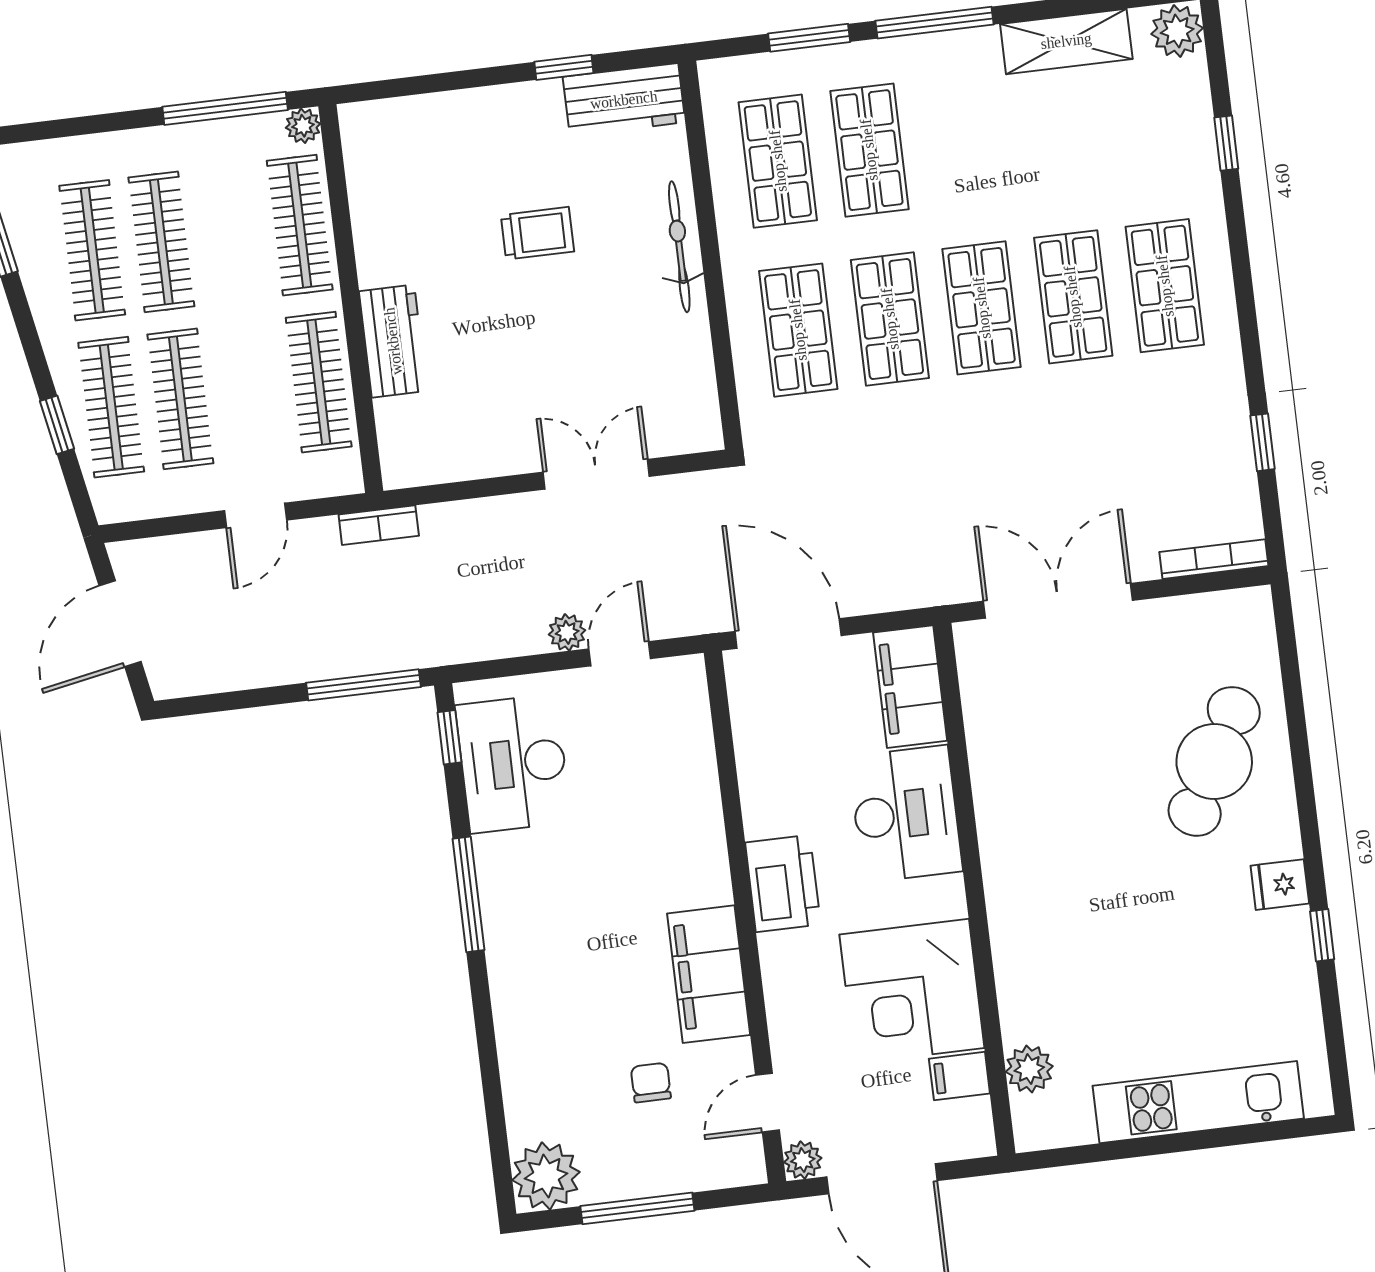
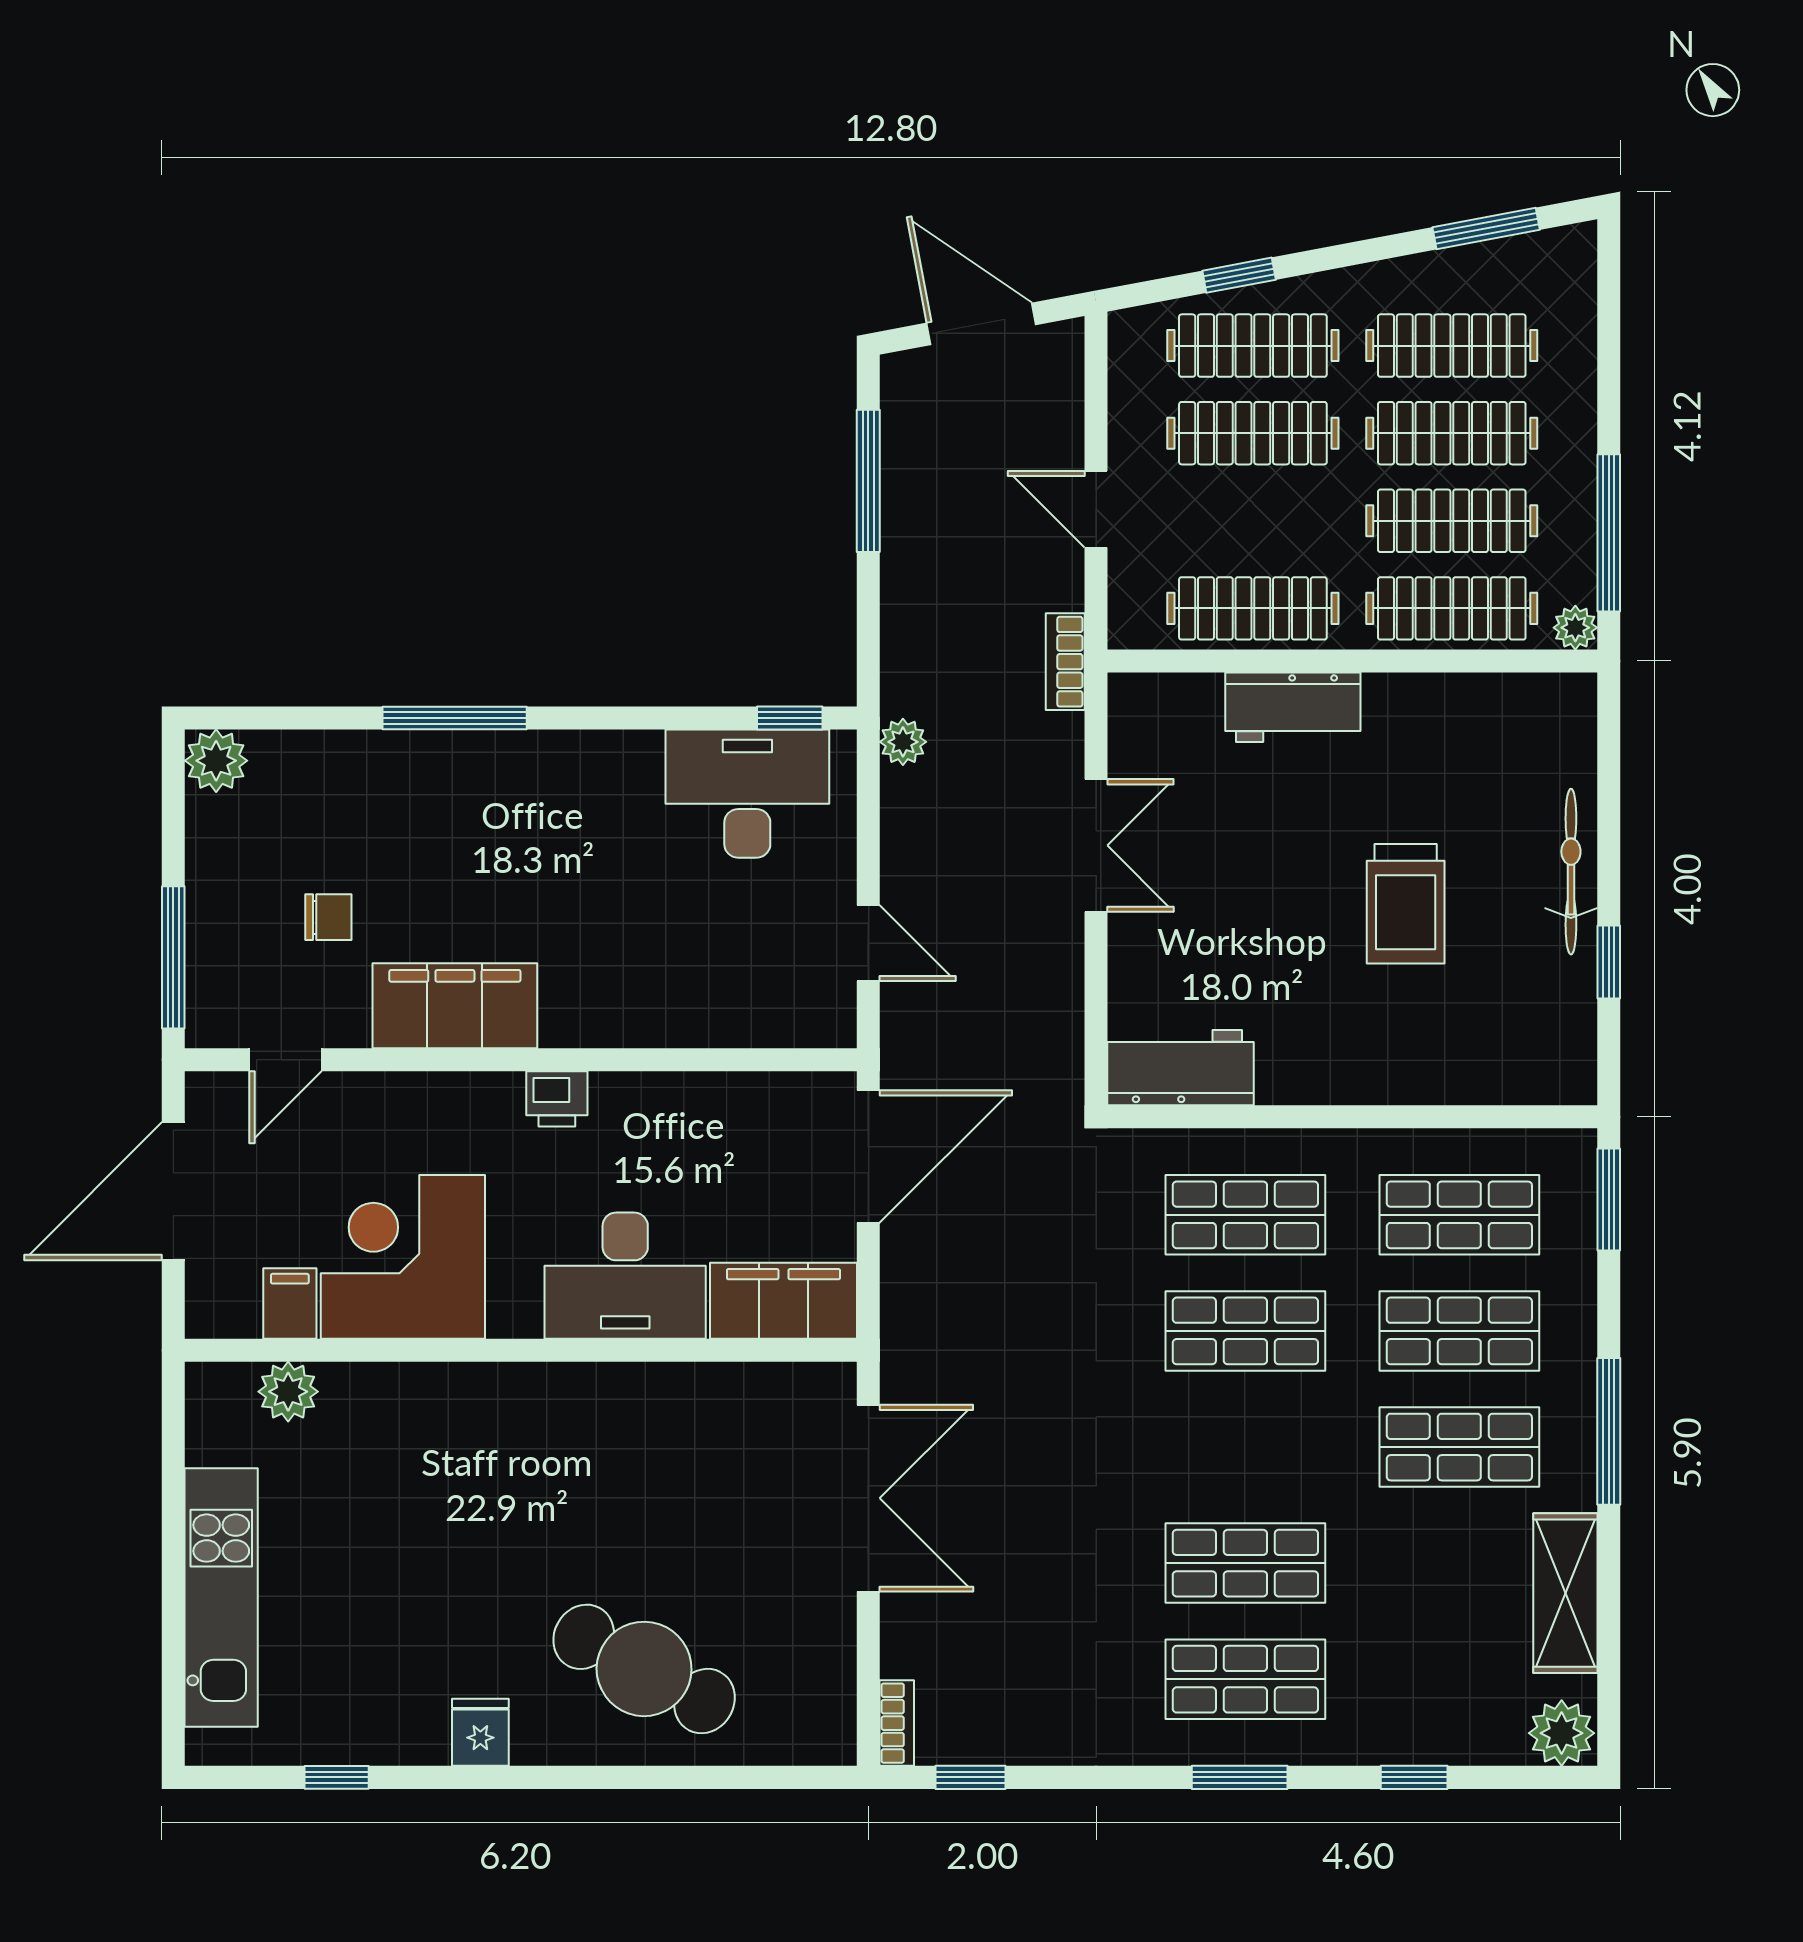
window: (809, 38) -> (1609, 1199), moved
workbench: (624, 100) -> (1181, 1068), moved, turned 90
clothes rail: (231, 233) -> (1452, 521), added
trolley: (537, 233) -> (1406, 904), width x1.36, depth x1.39
bicycle: (679, 247) -> (1571, 872), moved, turned -90
window: (1243, 281) -> (1240, 1777), added
shop shelf: (982, 308) -> (1459, 1447), moved
window: (1262, 442) -> (971, 1777), moved
double door: (596, 474) -> (1096, 845), moved
bookcase: (1214, 559) -> (897, 1723), width x0.64
plant: (567, 632) -> (903, 742), moved
window: (364, 685) -> (868, 481), moved
printer: (783, 883) -> (557, 1099), width x0.53, depth x0.68
window: (468, 894) -> (455, 718), moved
window: (1322, 935) -> (337, 1777), moved
door: (767, 1103) -> (286, 1060), swing flipped
plant: (803, 1160) -> (209, 1095), removed
plant: (546, 1176) -> (216, 761), width x0.73, depth x0.73
window: (637, 1208) -> (173, 957), moved

